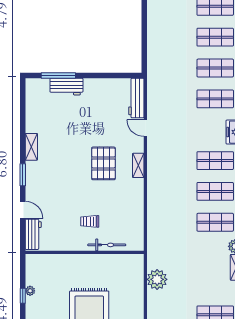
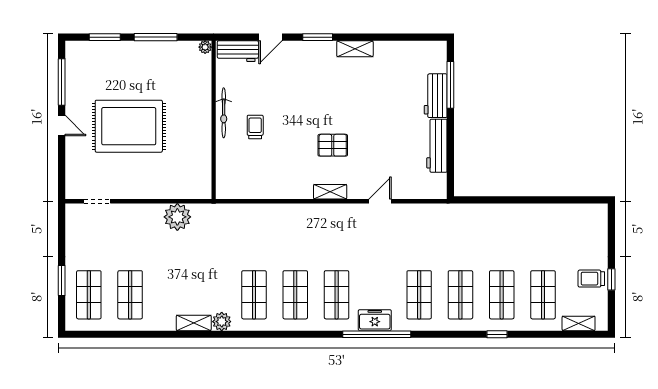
workbench: (136, 98) -> (437, 146), moved, turned -90
pallet: (103, 163) -> (333, 145), width x0.67, depth x0.71
bicycle: (107, 245) -> (224, 113), moved
plant: (30, 291) -> (205, 47), moved
window: (23, 296) -> (156, 37), width x2.17

